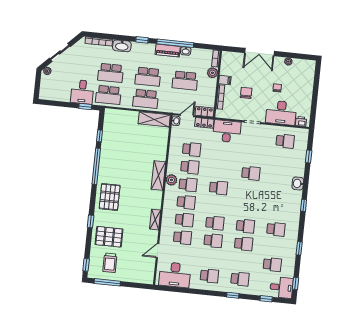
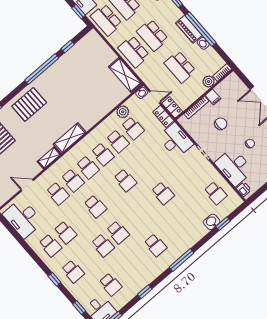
shelving: (158, 175) -> (70, 138), moved
plant: (171, 180) -> (123, 112), moved
washbasin: (298, 183) -> (212, 222), moved
window: (304, 205) -> (181, 260), width x2.17
school desk: (276, 229) -> (156, 245), moved
school desk: (213, 241) -> (65, 232), moved

